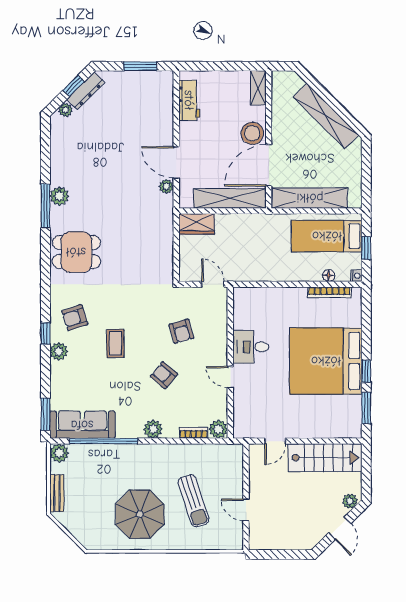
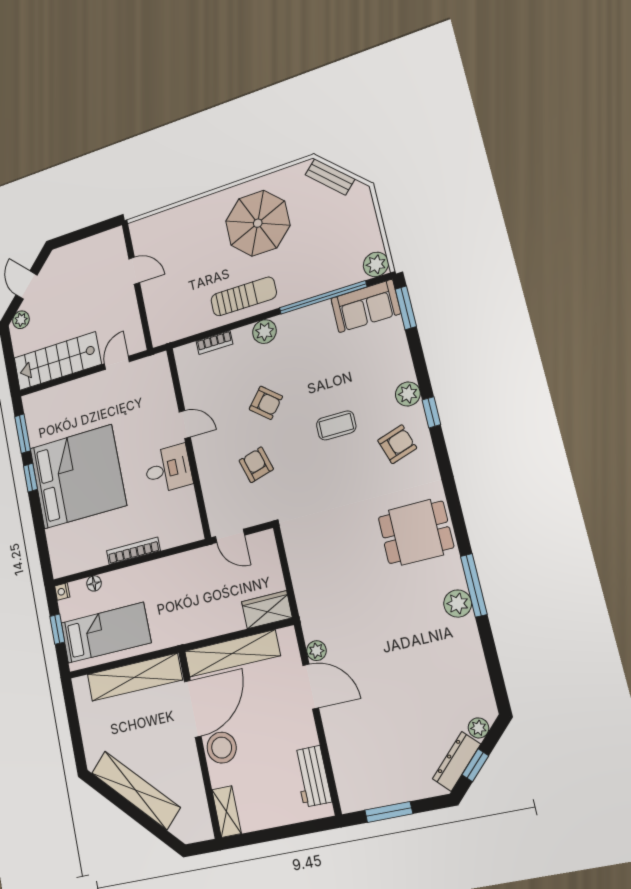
bookcase: (330, 292) -> (133, 551), moved
coffee table: (115, 343) -> (336, 425), turned 90
sofa: (82, 425) -> (366, 306), width x0.73
plant: (218, 429) -> (186, 356), removed
bench: (57, 493) -> (330, 177), moved, turned -45
sun lounger: (194, 501) -> (244, 296), moved, turned 108

